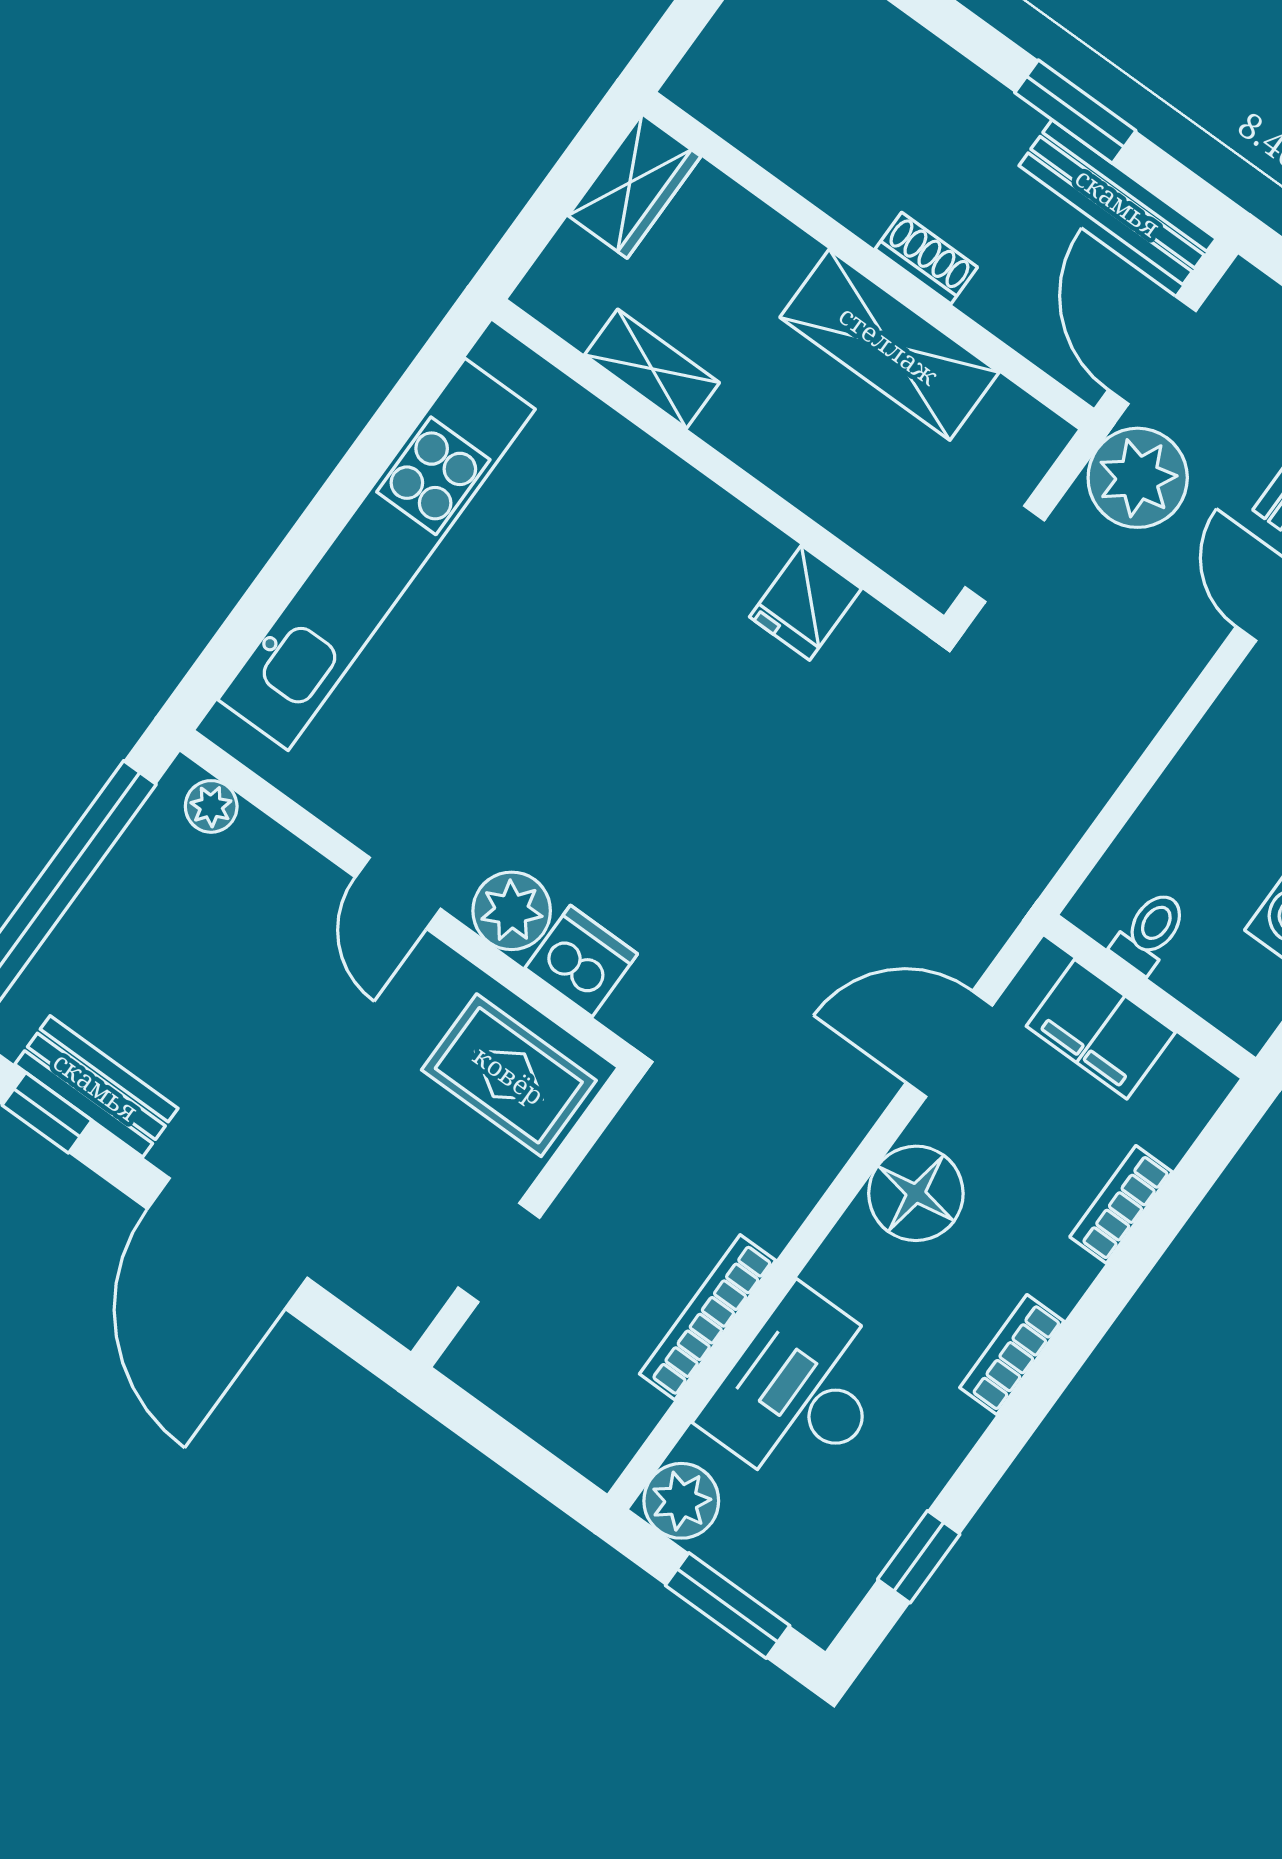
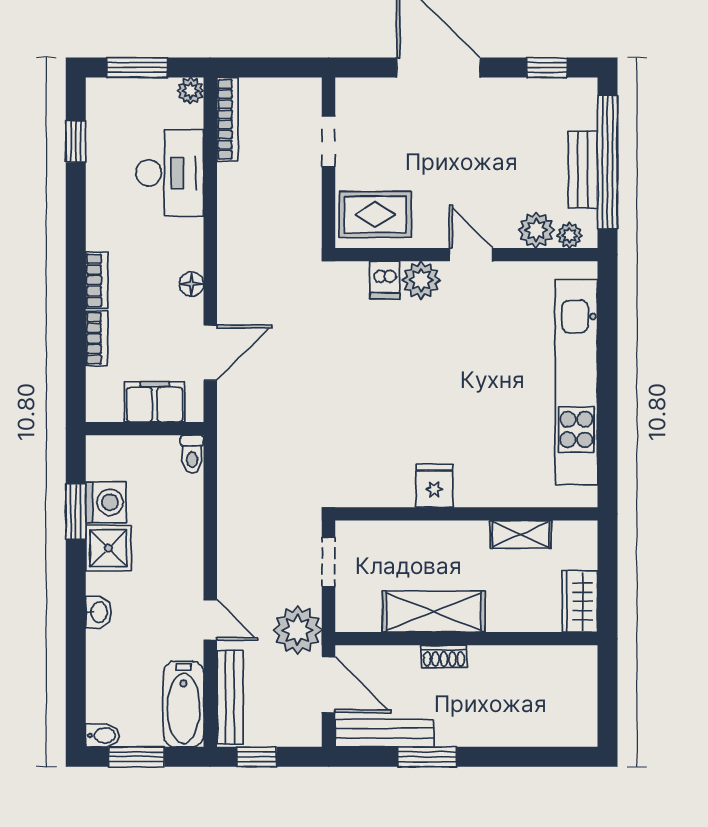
fridge: (805, 603) -> (434, 486), moved
plant: (260, 855) -> (536, 230), added
toilet: (1150, 932) -> (192, 454), moved
dishwasher: (581, 961) -> (385, 280), width x0.73
bench: (96, 1086) -> (583, 170), moved, turned 90
floor lamp: (916, 1193) -> (192, 284), width x0.53, depth x0.53
bookcase: (708, 1317) -> (228, 119), moved
bookcase: (1012, 1354) -> (97, 280), moved
plant: (681, 1501) -> (190, 91), width x0.73, depth x0.73

